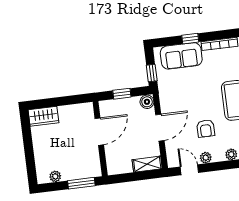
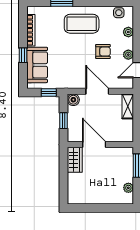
wardrobe: (43, 116) -> (75, 160), moved

